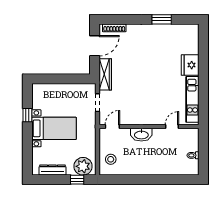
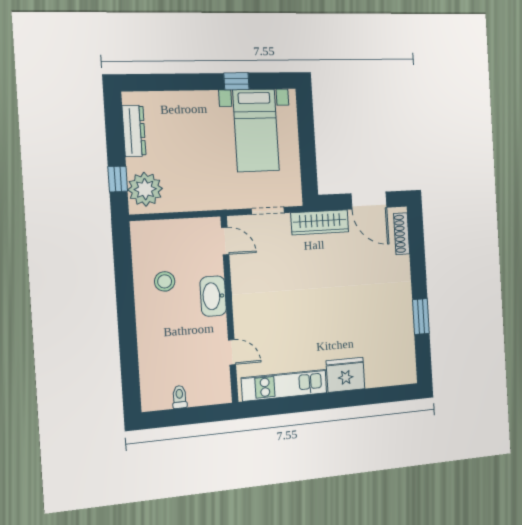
bed with nightstands: (54, 128) -> (256, 130), moved
stool: (111, 159) -> (165, 281), moved

